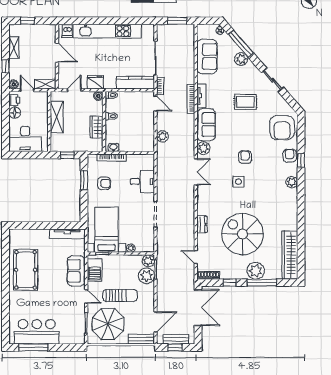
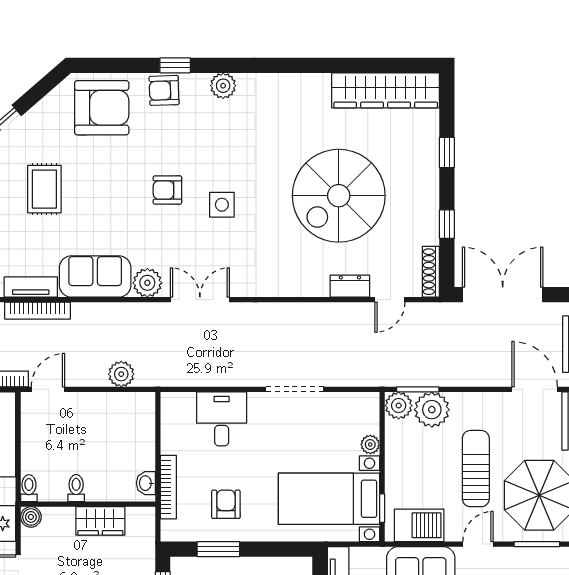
dresser: (202, 224) -> (350, 286), moved
plant: (256, 271) -> (421, 166), removed
window: (262, 283) -> (447, 153), width x0.46

